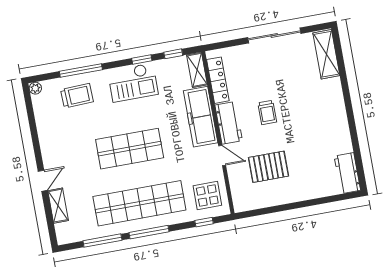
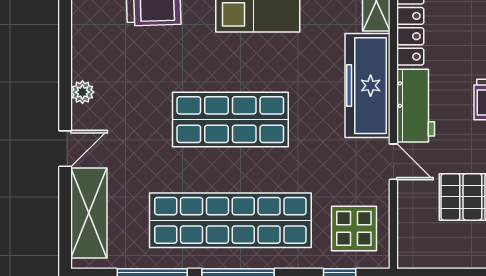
plant: (47, 148) -> (82, 92), added
shelving: (58, 206) -> (89, 213), width x1.50, depth x1.33

